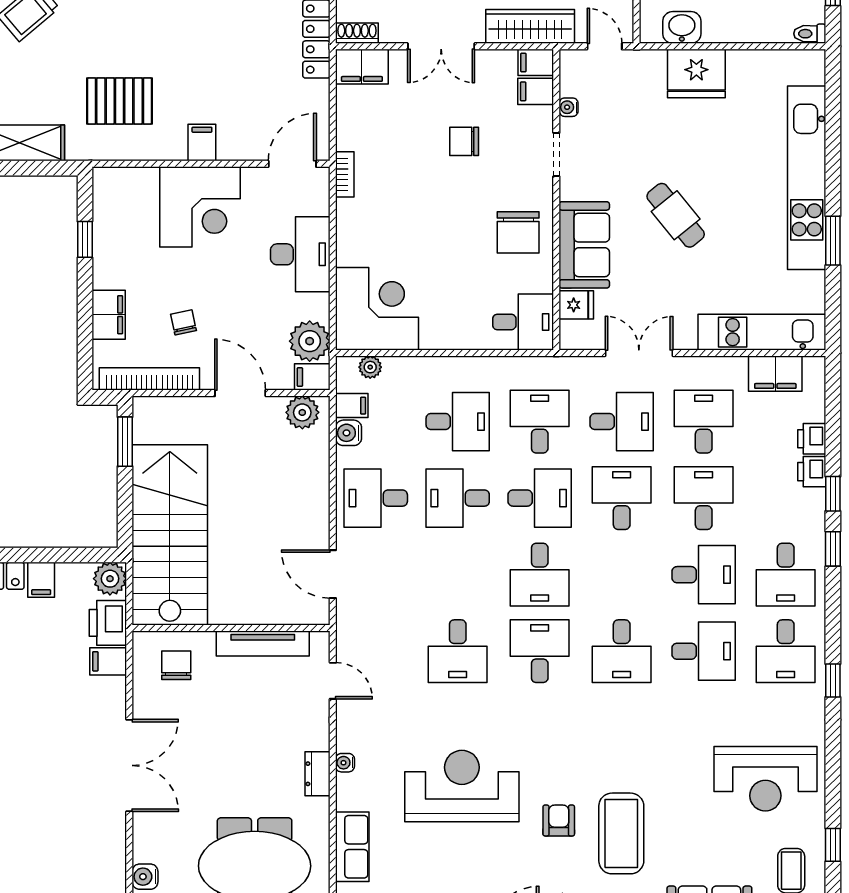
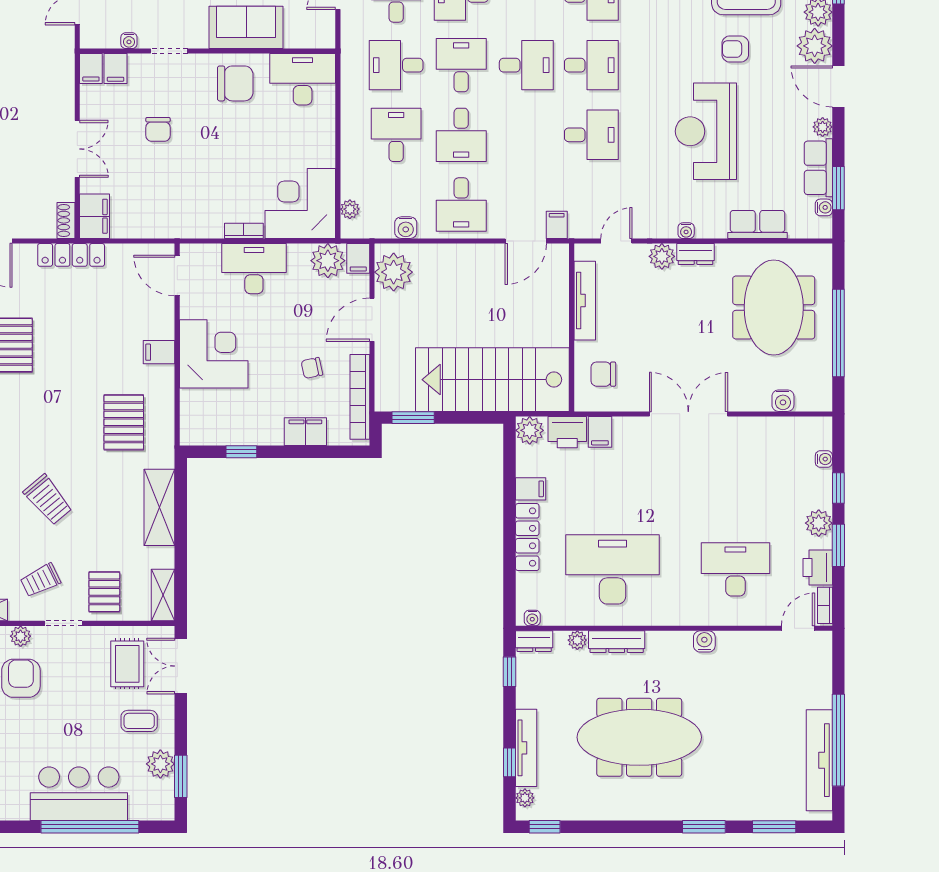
wardrobe: (530, 26) -> (60, 73), removed
bookcase: (345, 174) -> (244, 231), moved
fridge: (576, 305) -> (297, 34), removed
desk: (523, 322) -> (303, 79), width x1.37
filing cabinet: (352, 406) -> (557, 225), moved
plant: (302, 412) -> (394, 272), width x1.36, depth x1.36
desk: (540, 651) -> (591, 65), turned 180
plant: (315, 734) -> (662, 256), added

